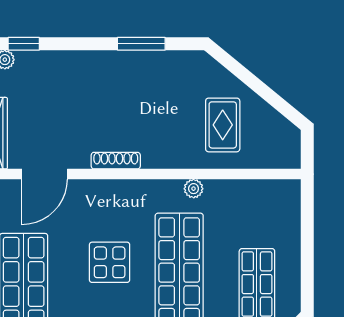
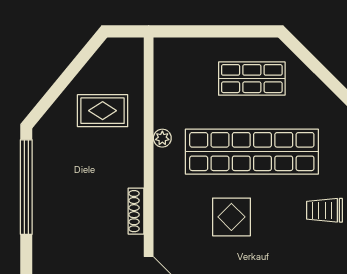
window: (141, 44) -> (26, 187), width x2.11

